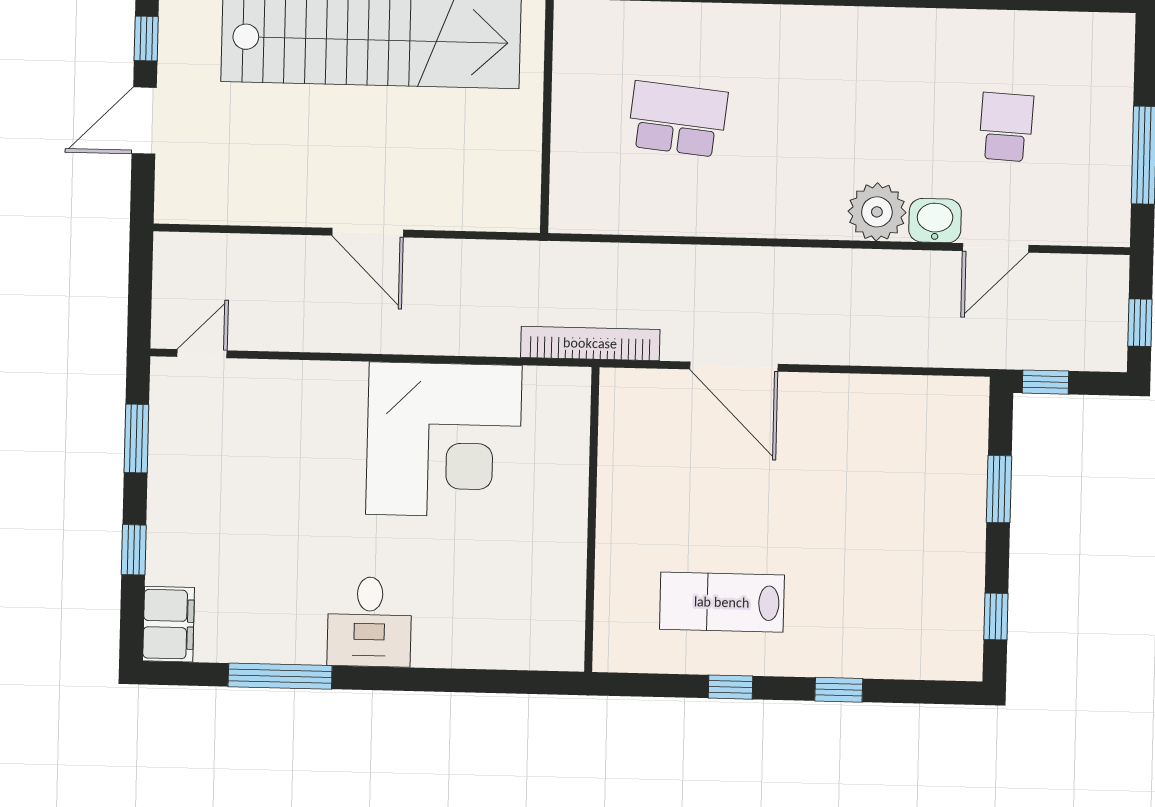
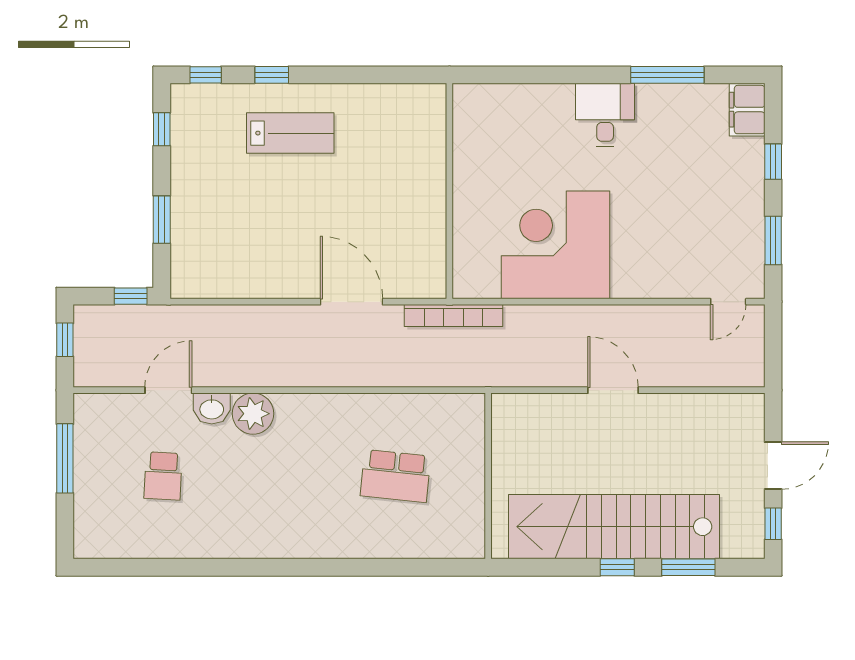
lab bench: (722, 602) -> (290, 133), moved
window: (730, 687) -> (206, 75), moved

